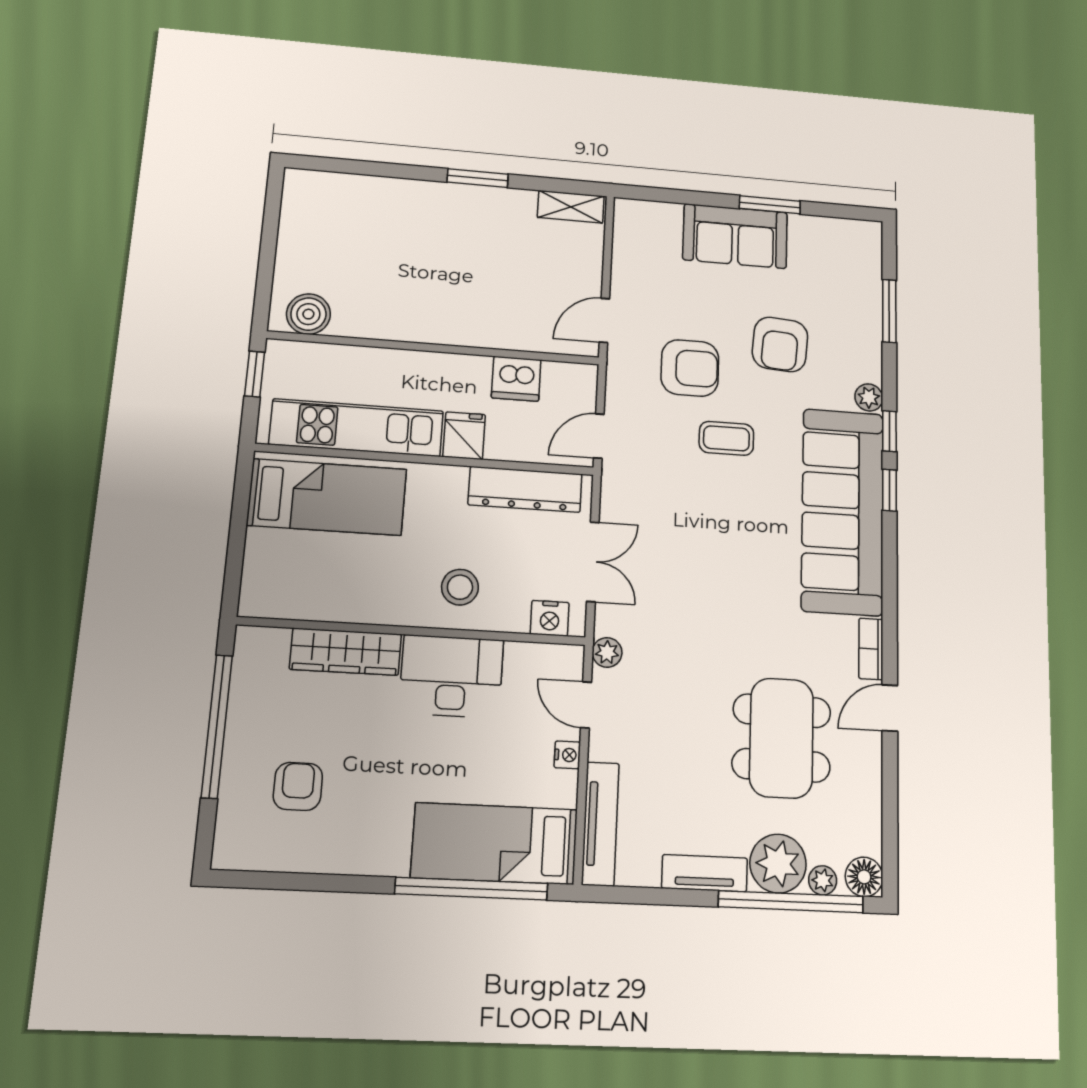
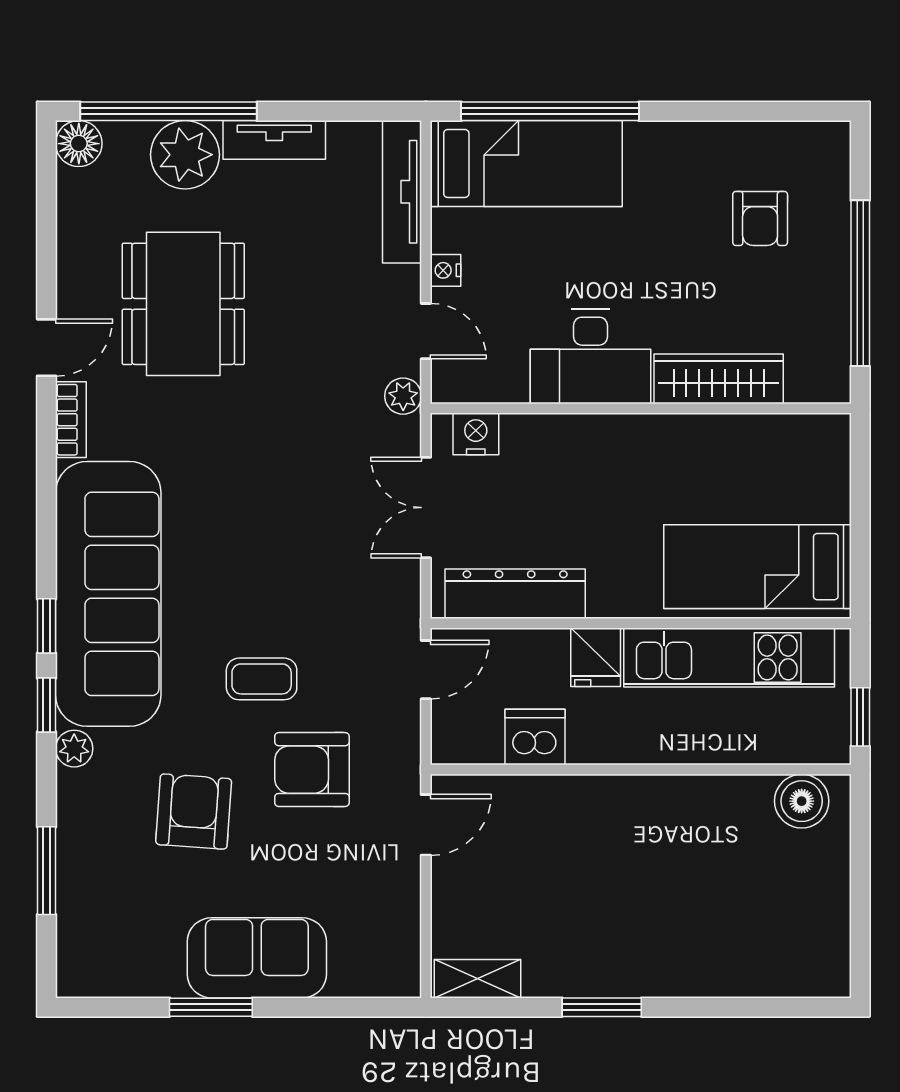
stool: (460, 587) -> (588, 465), removed
plant: (823, 880) -> (130, 137), removed

